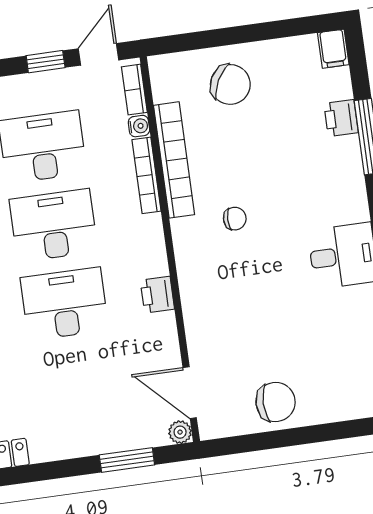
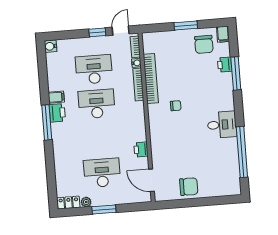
window: (247, 34) -> (186, 25), added
chair: (230, 84) -> (204, 44), moved, turned 62
printer: (157, 295) -> (141, 149), moved
desk: (64, 304) -> (102, 173), moved
plant: (180, 432) -> (86, 202), moved
window: (127, 460) -> (104, 209), moved

